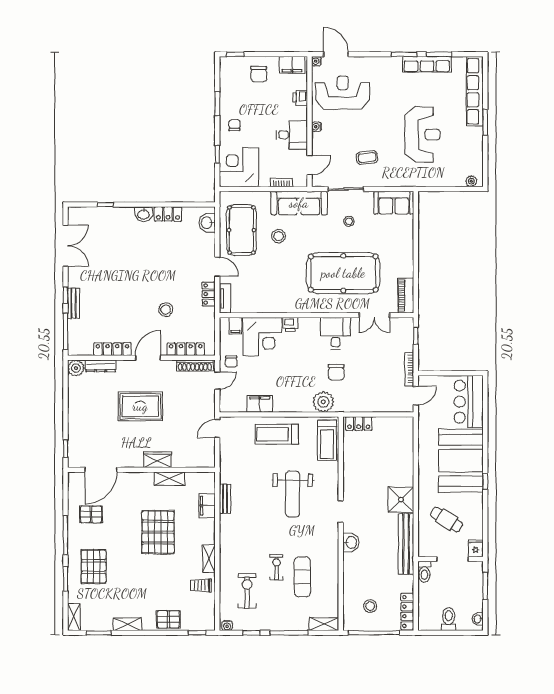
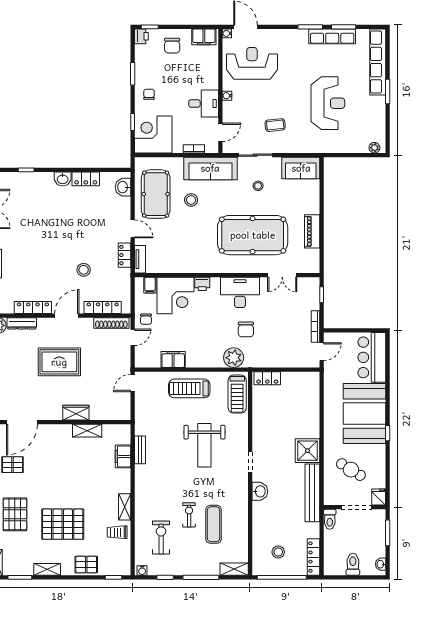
printer: (300, 98) -> (141, 36), moved, turned 180
piano: (406, 295) -> (312, 231), moved
desk: (336, 333) -> (240, 292), width x1.37
pallet: (158, 532) -> (63, 524), moved, turned 90

